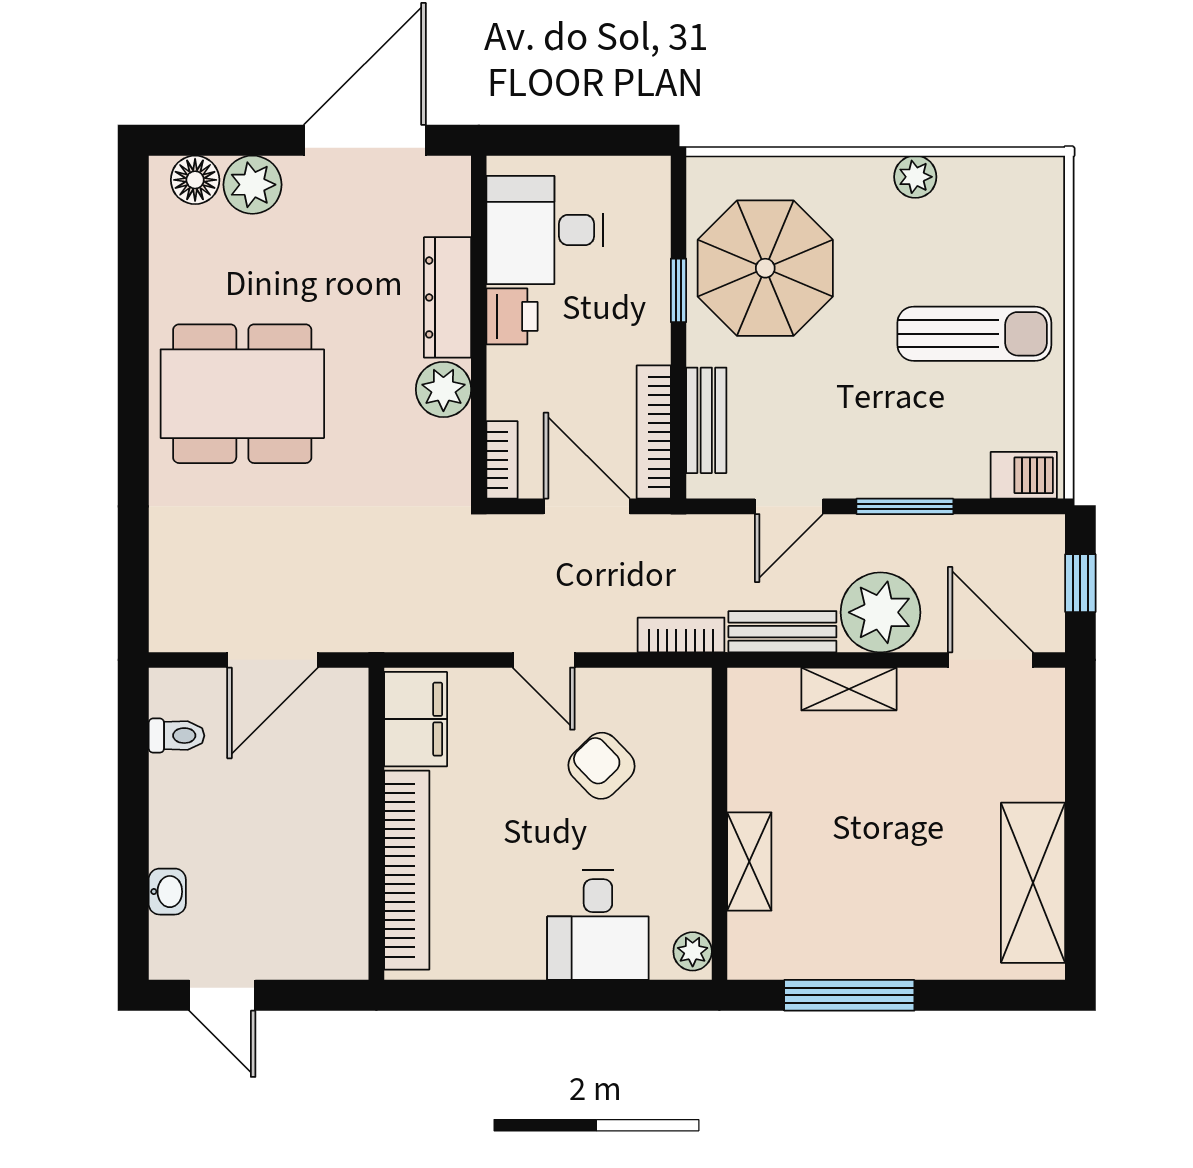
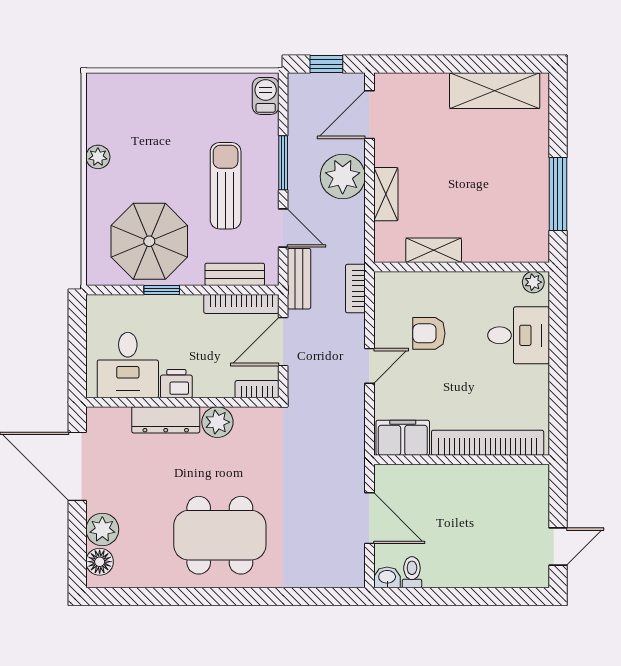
sun lounger: (974, 334) -> (226, 186), moved
dining table: (242, 394) -> (220, 535), turned 90
bench: (782, 632) -> (299, 279), moved
armchair: (601, 766) -> (429, 333), turned 44
shelving: (749, 861) -> (434, 250), moved
washbasin: (167, 892) -> (387, 577), moved

